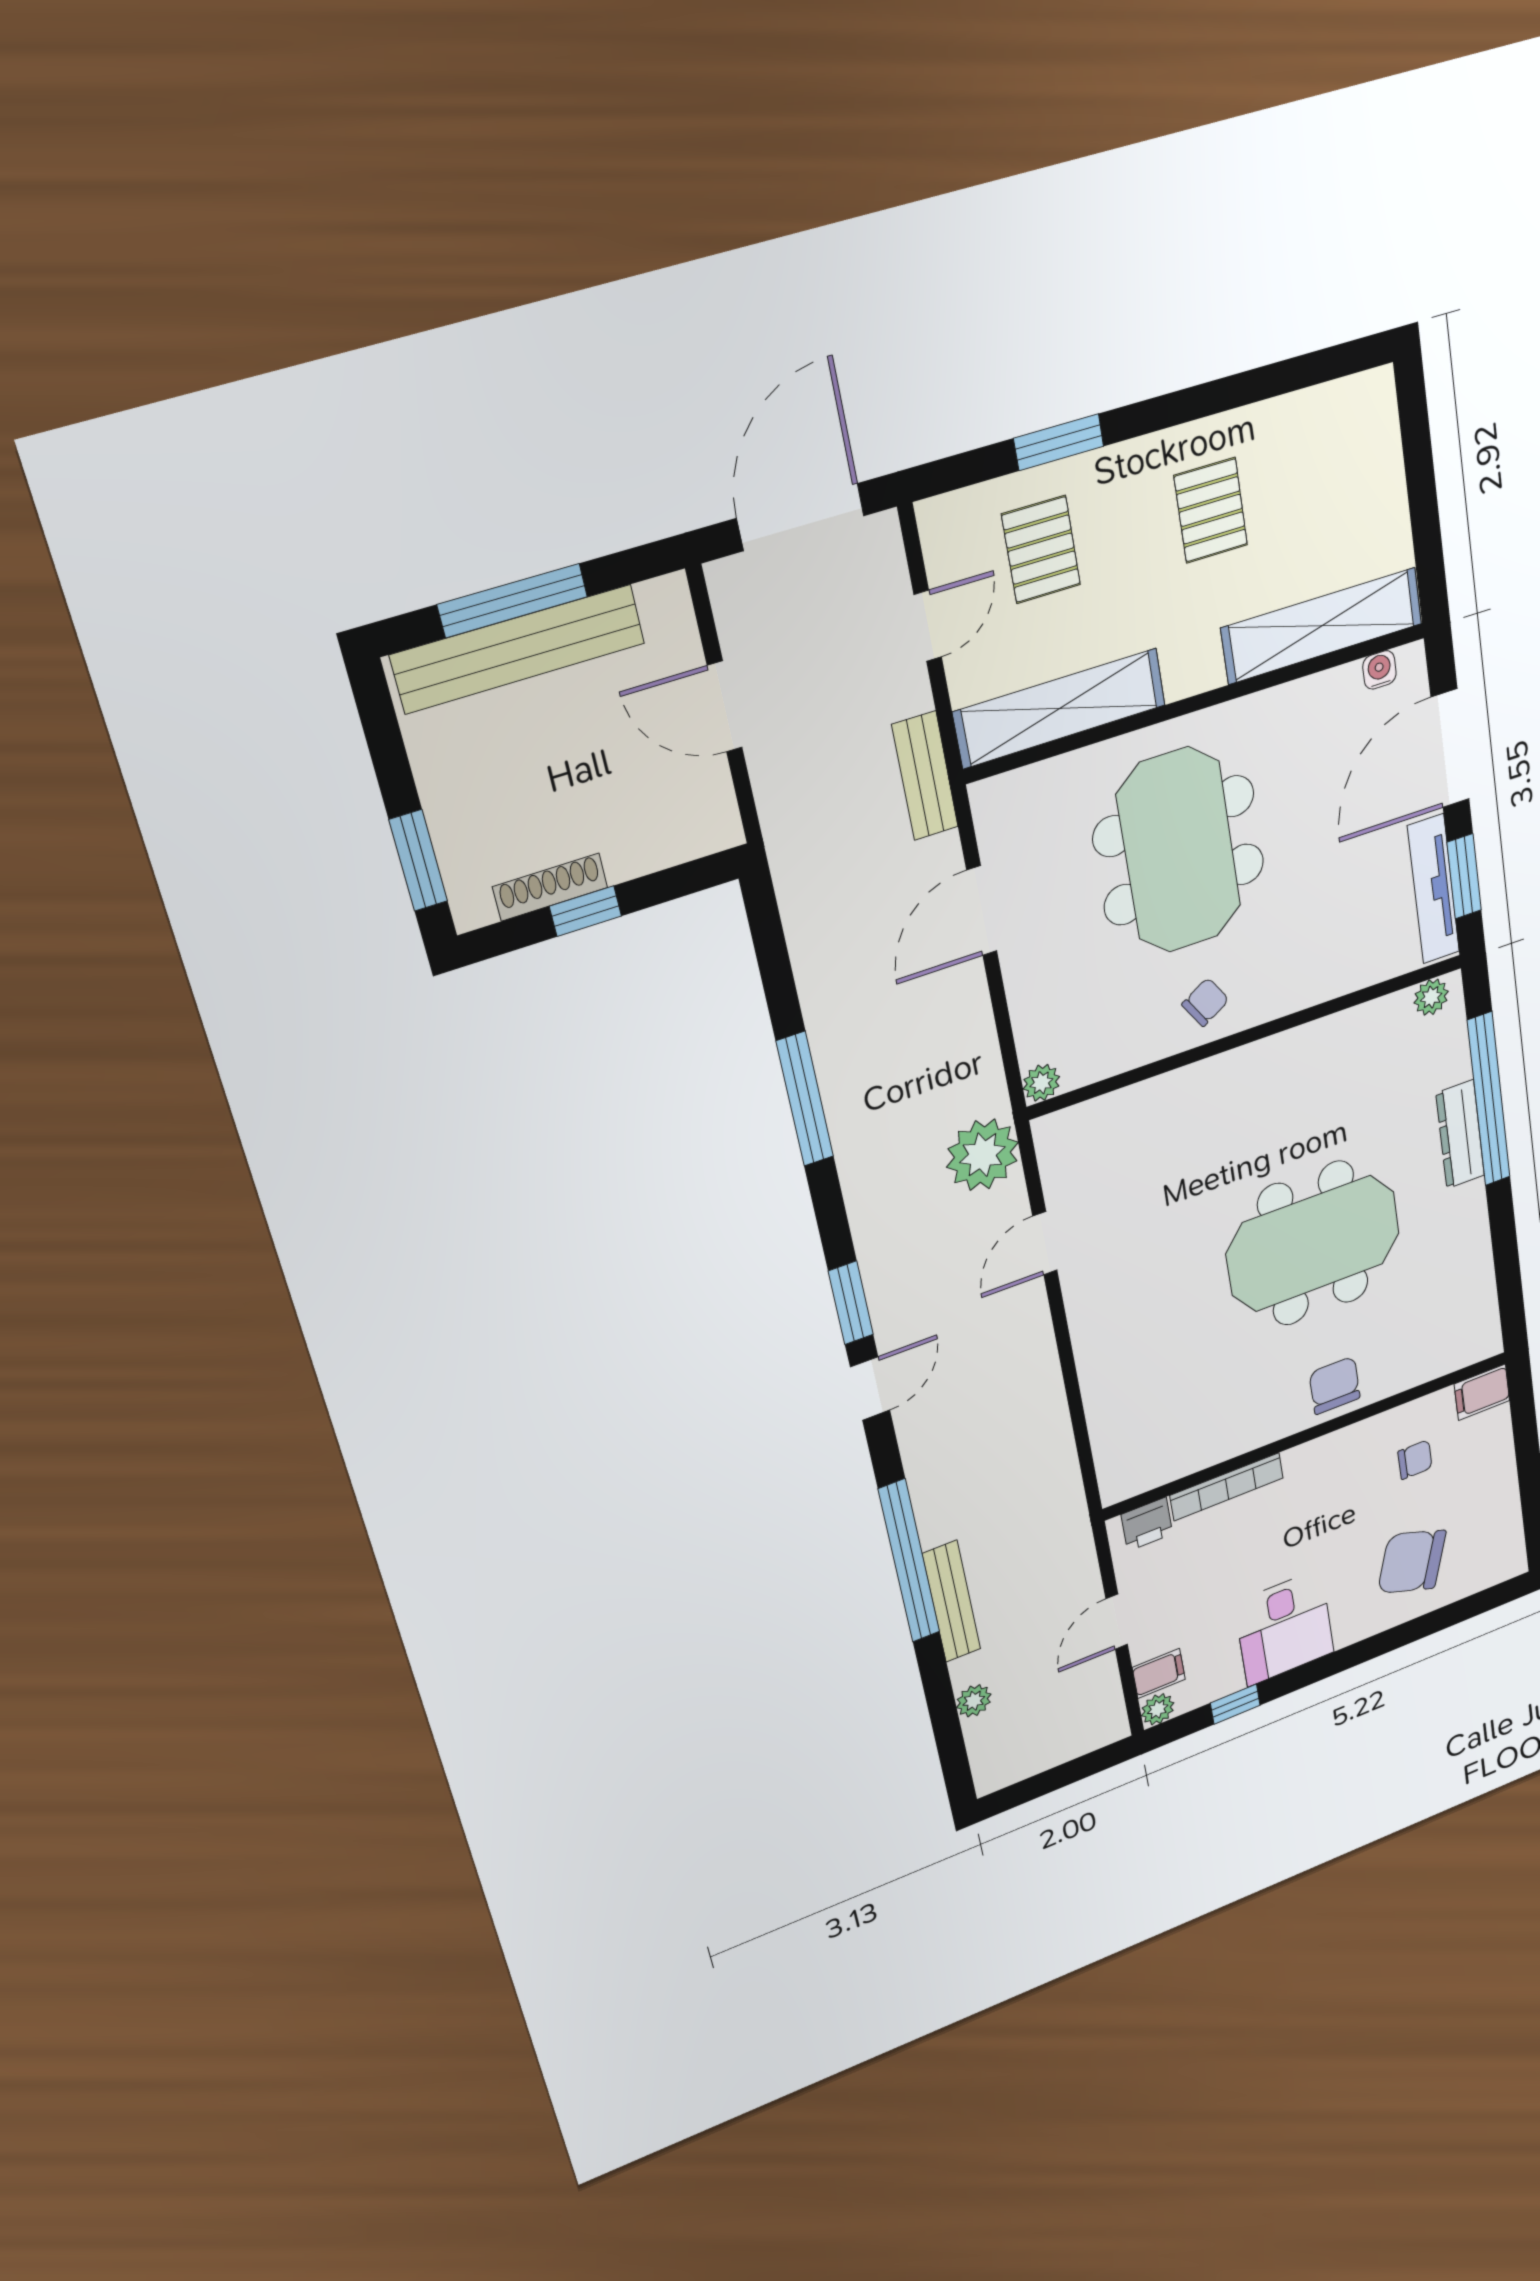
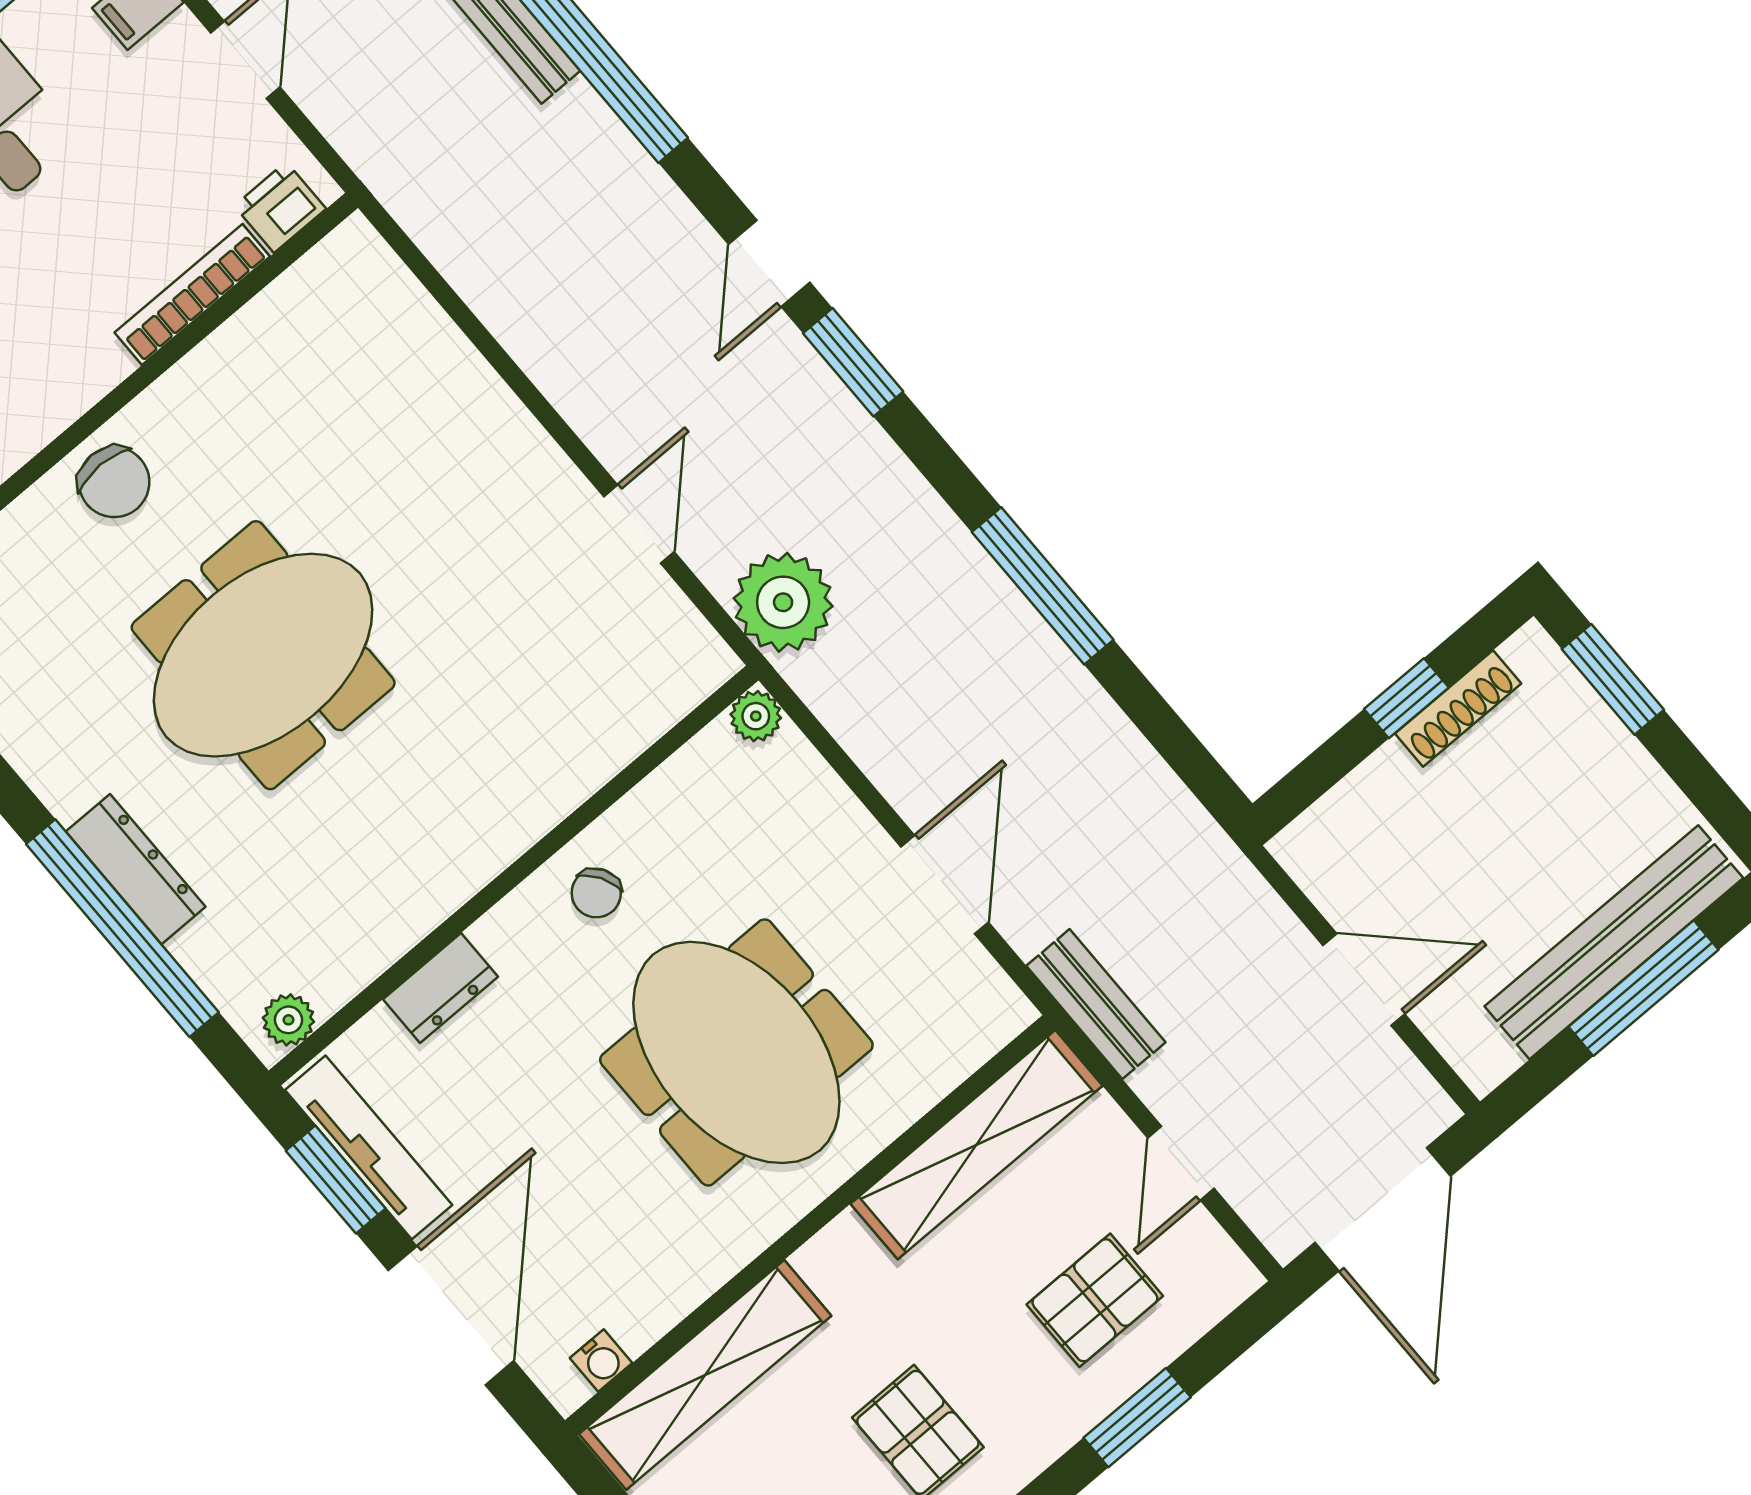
pallet: (1041, 550) -> (1095, 1300), turned 90
dresser: (1333, 979) -> (440, 988), added

